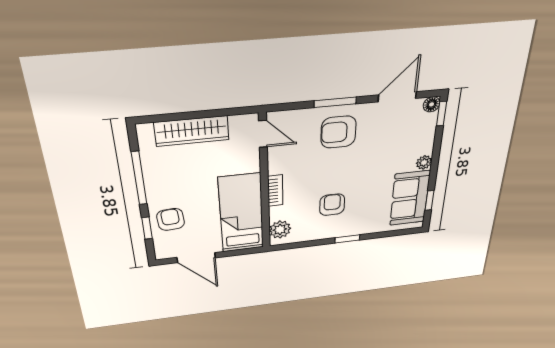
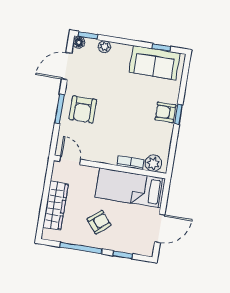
door: (397, 97) -> (67, 66), hinge flipped
door: (263, 134) -> (70, 160), hinge flipped
plant: (424, 162) -> (104, 47), moved
bookcase: (275, 191) -> (131, 163), moved
armchair: (332, 205) -> (165, 112), moved
armchair: (171, 220) -> (99, 222), moved, turned 144

